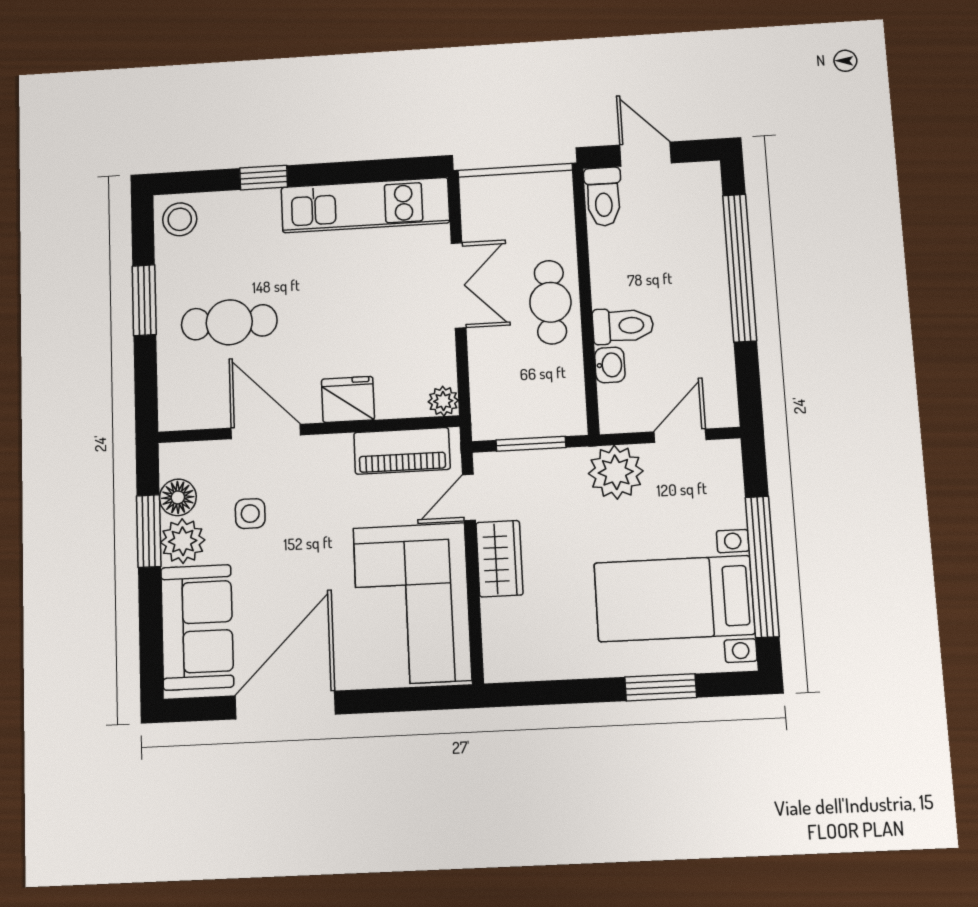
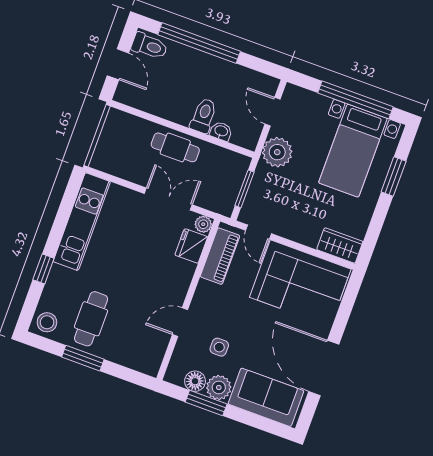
door: (646, 154) -> (118, 64), swing flipped
toilet: (603, 197) -> (149, 46), moved
double door: (459, 285) -> (168, 199), moved
cafe table: (229, 322) -> (91, 319), moved
fridge: (348, 399) -> (191, 246), moved
door: (266, 432) -> (180, 322), width x0.73
wardrobe: (499, 559) -> (340, 245), moved

